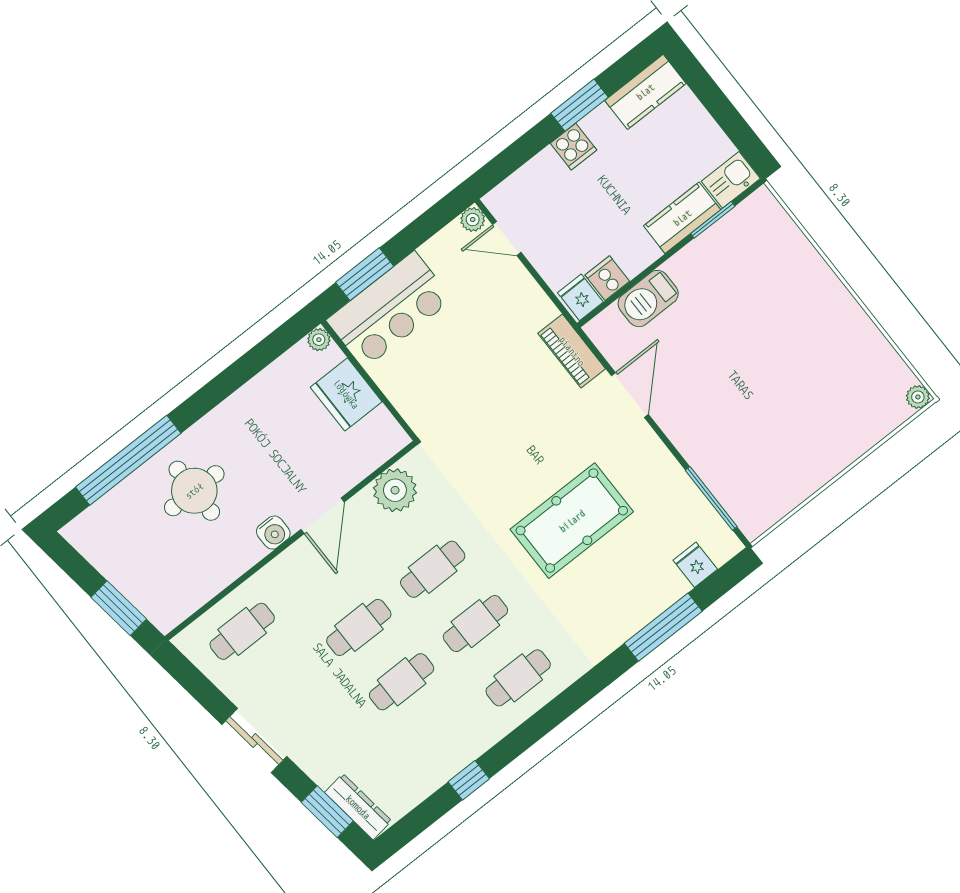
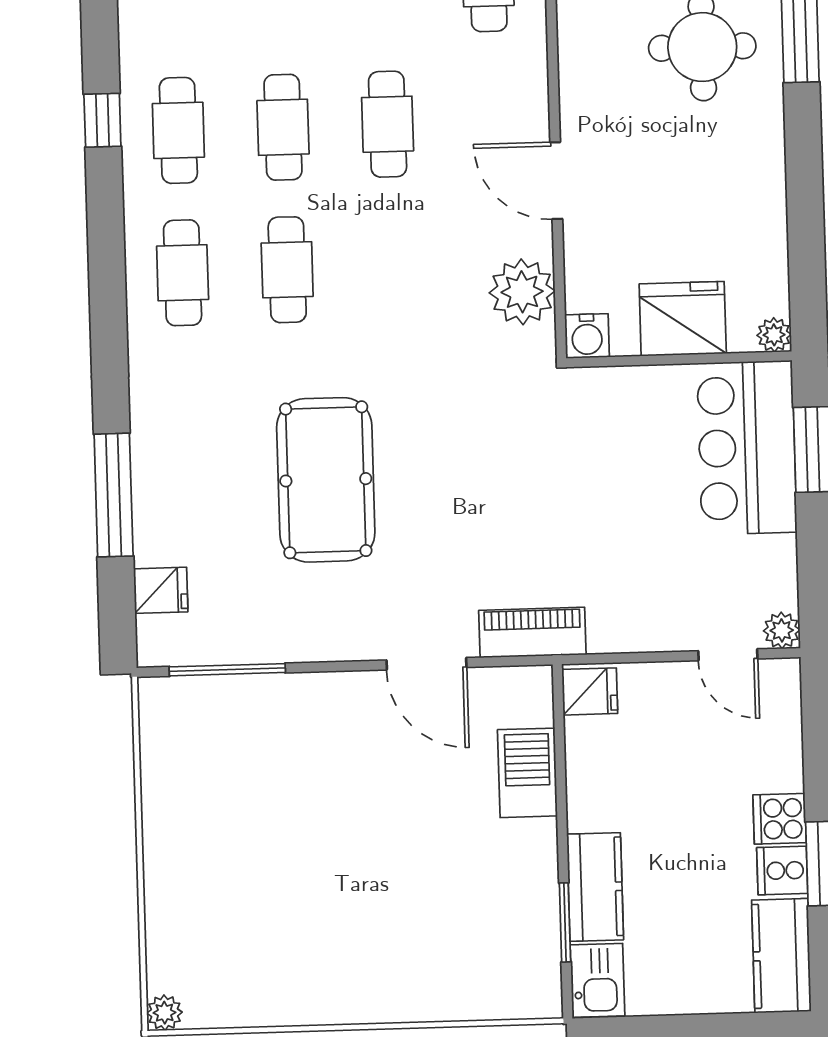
door: (507, 239) -> (728, 655), swing flipped
cooker: (607, 278) -> (782, 871), moved, turned 180
water cooler: (273, 533) -> (587, 336), moved, turned -90
cafe table: (433, 569) -> (178, 130), moved

